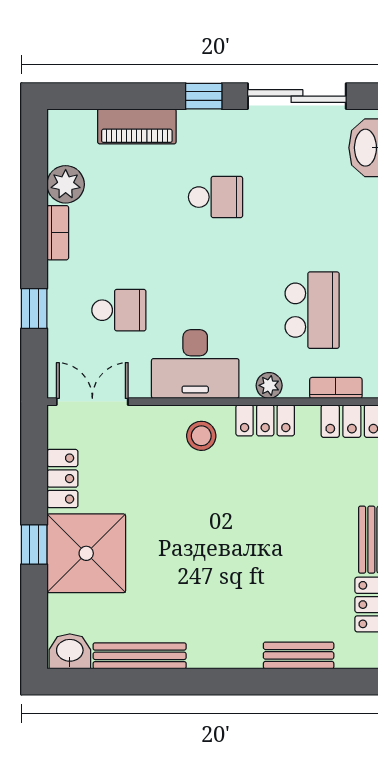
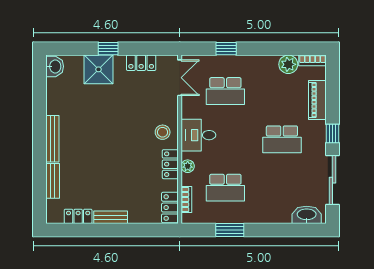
school desk: (216, 197) -> (282, 139), width x1.85
bookcase: (58, 233) -> (313, 60), moved
school desk: (119, 310) -> (225, 91), width x1.85
desk: (195, 364) -> (198, 135), width x0.73
shower: (86, 553) -> (98, 69), width x0.73, depth x0.73
bench: (140, 656) -> (52, 139), moved

